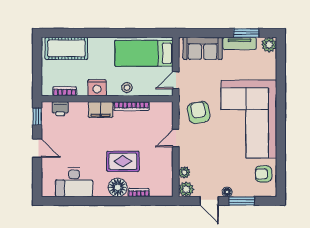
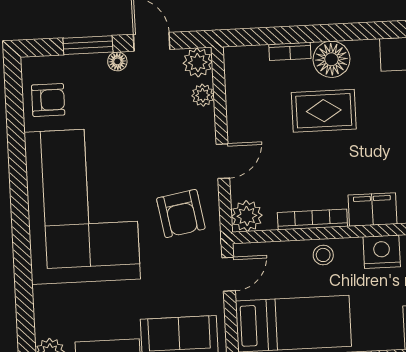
plant: (165, 110) -> (247, 216), added

